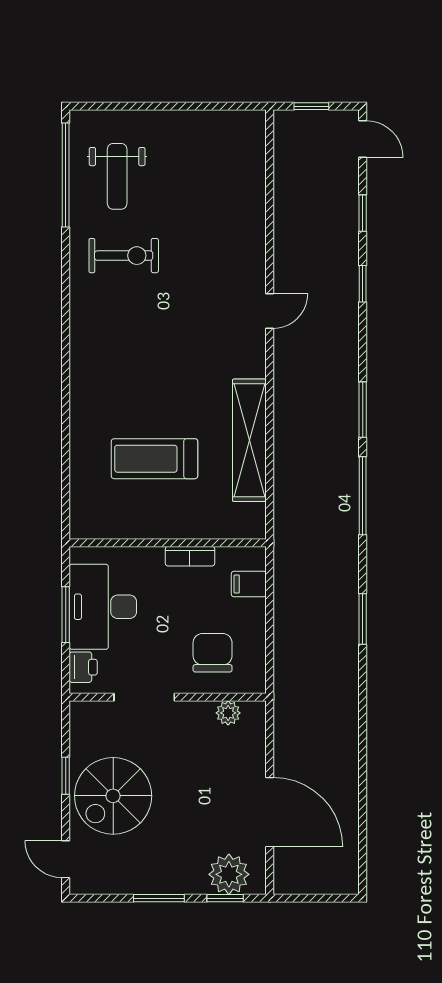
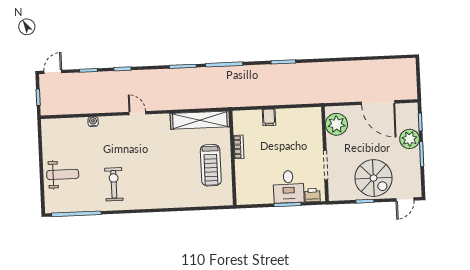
weight bench: (117, 176) -> (63, 174), moved
water cooler: (256, 218) -> (93, 122), added
wall: (168, 543) -> (233, 158), moved
bookcase: (190, 556) -> (239, 147), moved
desk: (103, 607) -> (289, 187), width x0.73
chair: (213, 653) -> (303, 133), removed
plant: (228, 713) -> (336, 124), width x1.88, depth x1.88
door: (270, 812) -> (378, 103), swing flipped
plant: (229, 874) -> (410, 139), moved

